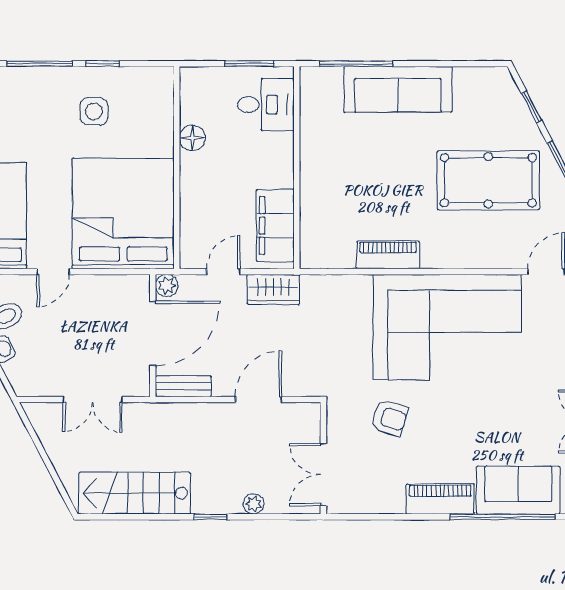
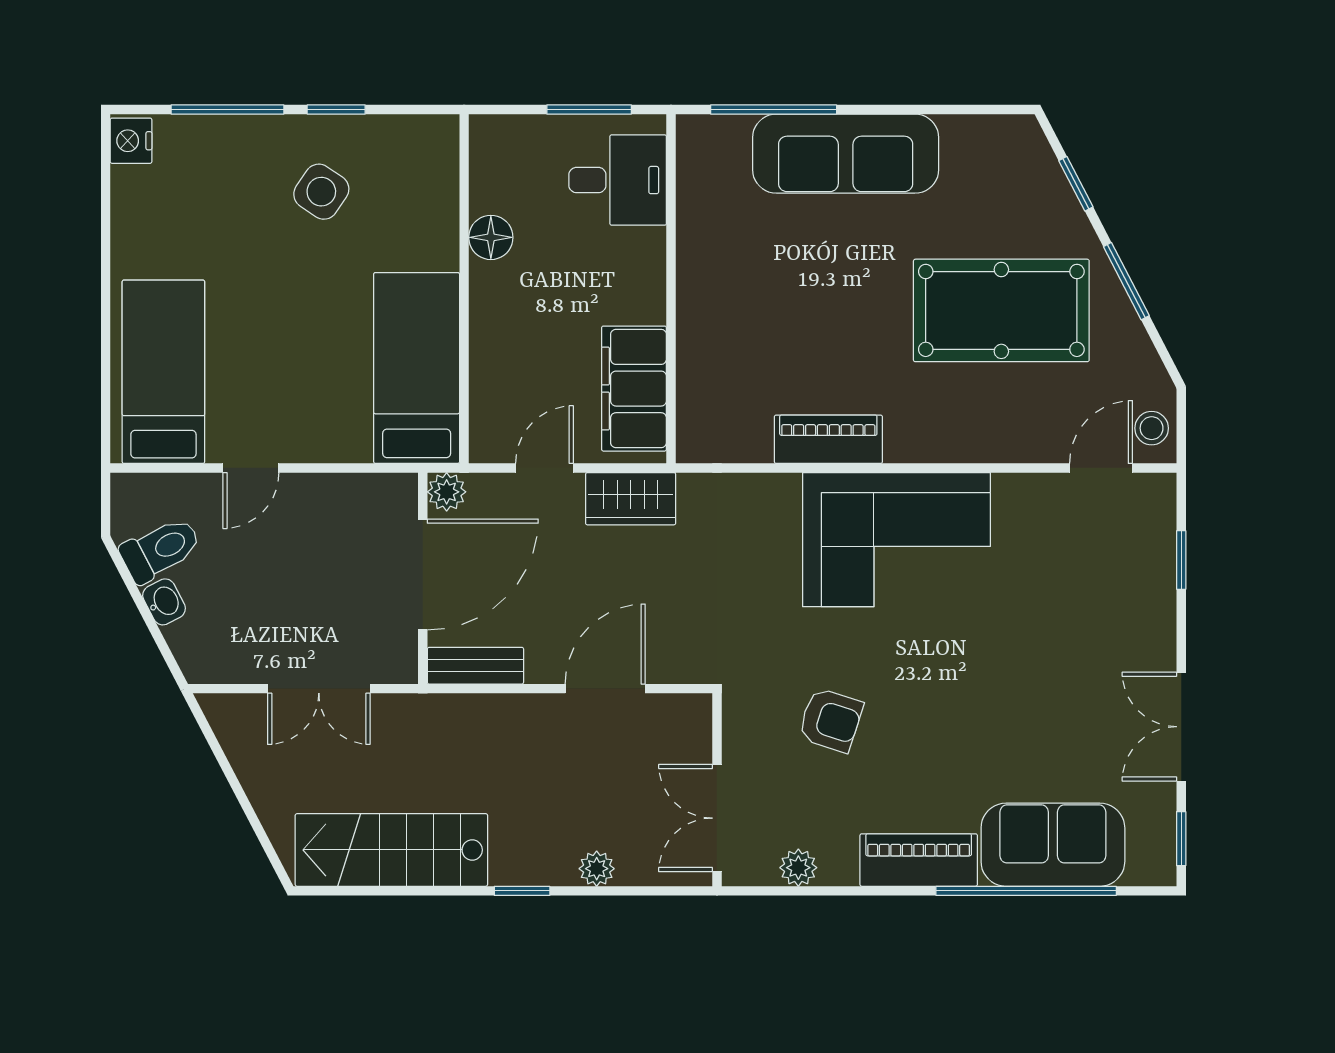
side table: (94, 111) -> (321, 192), turned 34
bed: (123, 214) -> (417, 368), width x0.49
corner sofa: (447, 327) -> (896, 540), width x0.73, depth x0.74
plant: (371, 503) -> (798, 868), added

